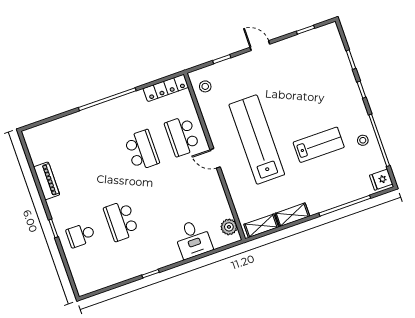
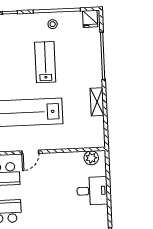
shelving: (261, 226) -> (98, 131), removed

